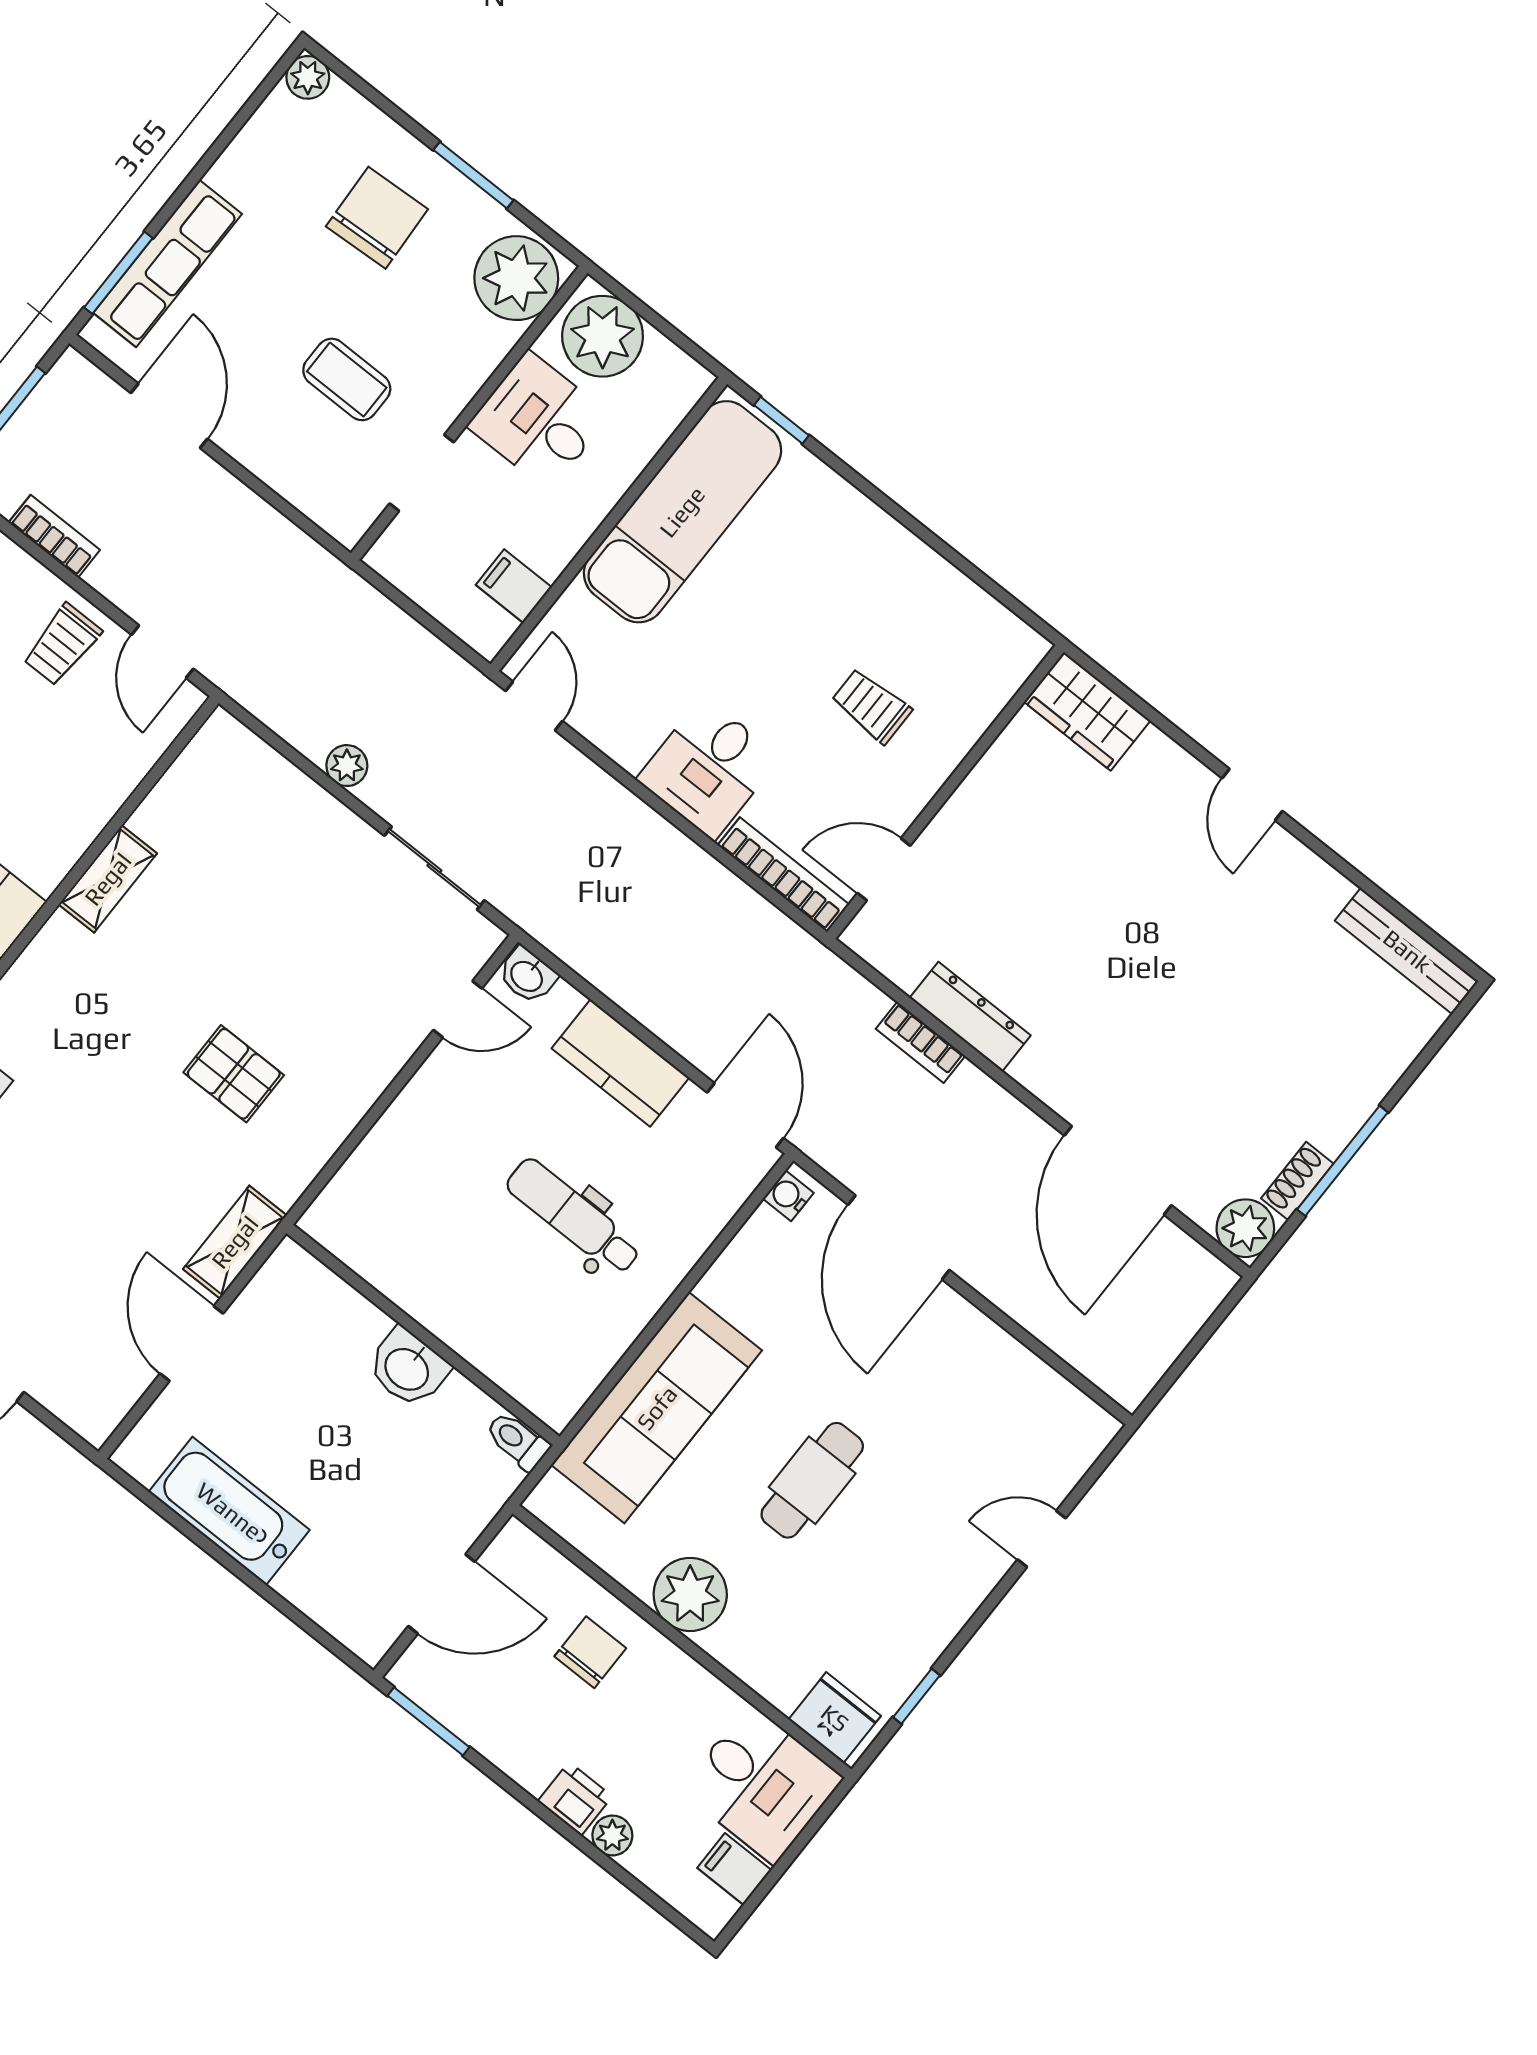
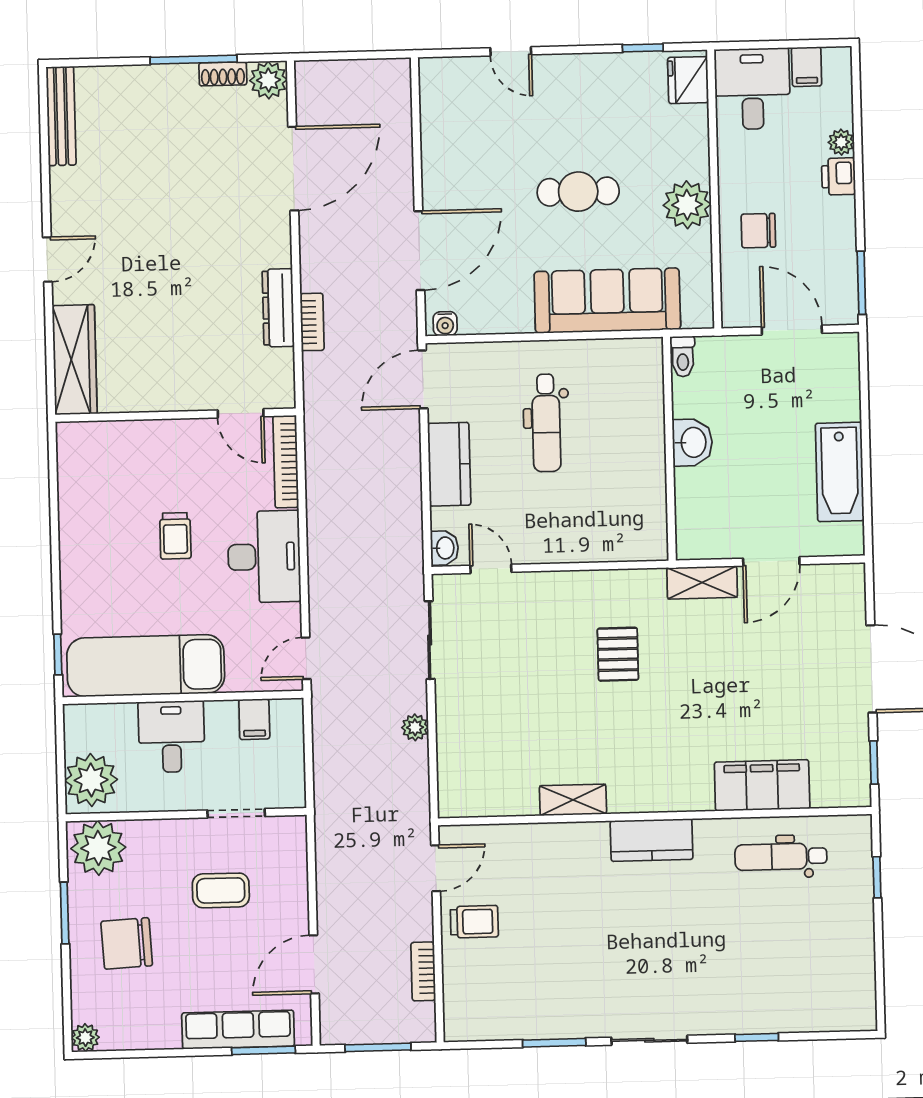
coffee table: (347, 379) -> (221, 890), turned 90
desk: (539, 421) -> (171, 737), moved, turned 180
trolley: (871, 706) -> (175, 536), moved
wardrobe: (1087, 711) -> (75, 360), width x1.50
desk: (709, 768) -> (264, 557), width x1.37

